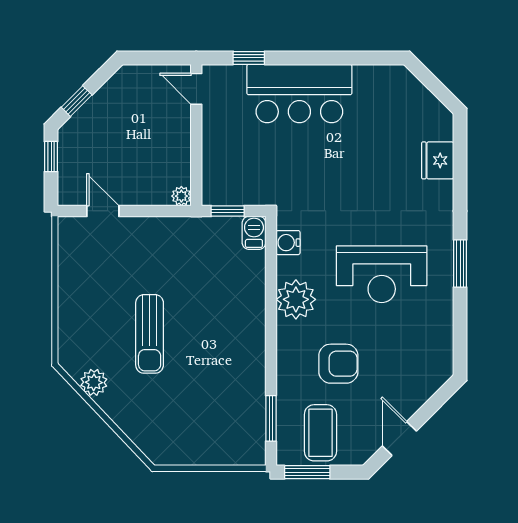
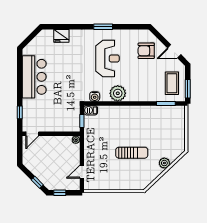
bar counter: (299, 94) -> (34, 77), moved
armchair: (338, 364) -> (146, 51), moved, turned -90
plant: (94, 382) -> (164, 163), moved
coffee table: (320, 433) -> (172, 83), turned 90

